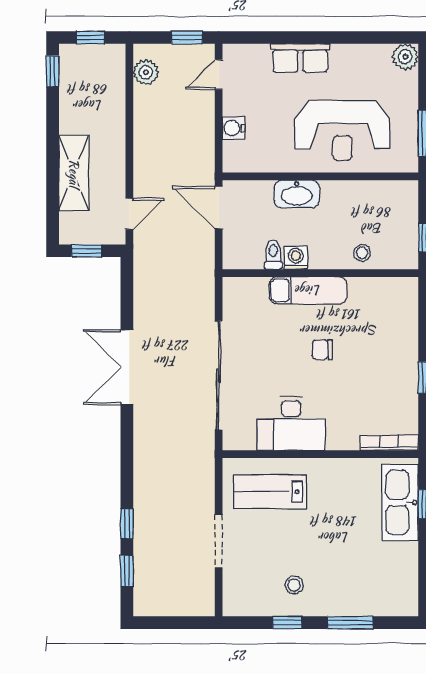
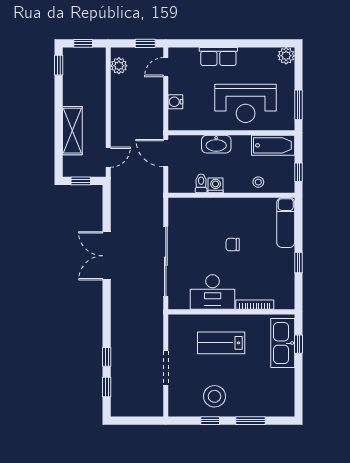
bathtub: (385, 196) -> (273, 145), added
exam couch: (308, 290) -> (286, 223), moved, turned 90
bookcase: (389, 443) -> (255, 305), moved
lab bench: (270, 492) -> (221, 343), moved
stool: (294, 585) -> (214, 396), width x1.89, depth x1.89

